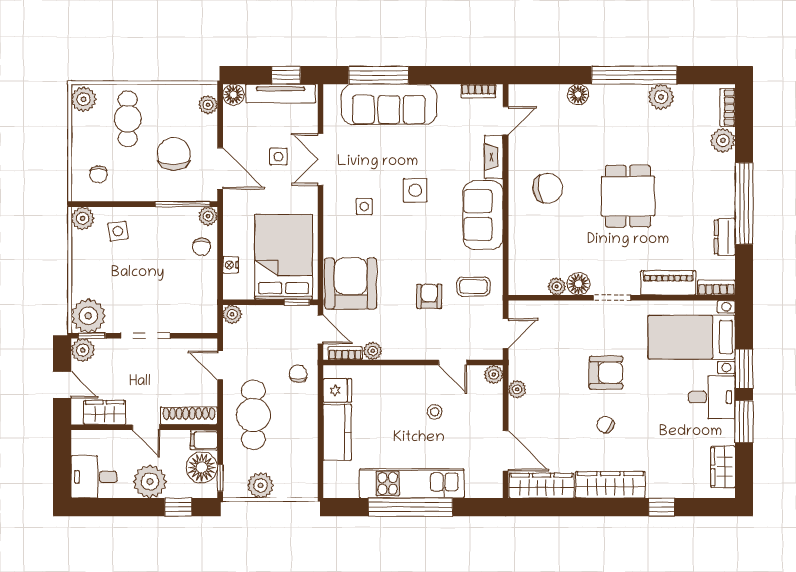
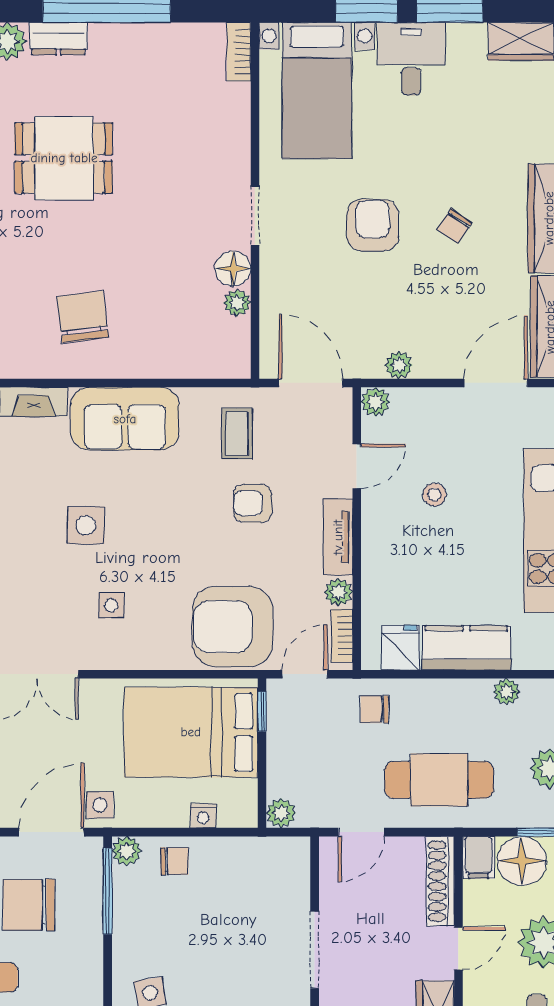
side table: (278, 157) -> (100, 805), moved
dining table: (628, 196) -> (64, 158), moved
dresser: (725, 237) -> (58, 39), moved
piano: (668, 283) -> (231, 127), removed
door: (506, 333) -> (311, 383), width x1.38
tv unit: (408, 351) -> (338, 537), added
plant: (309, 458) -> (507, 692), added

